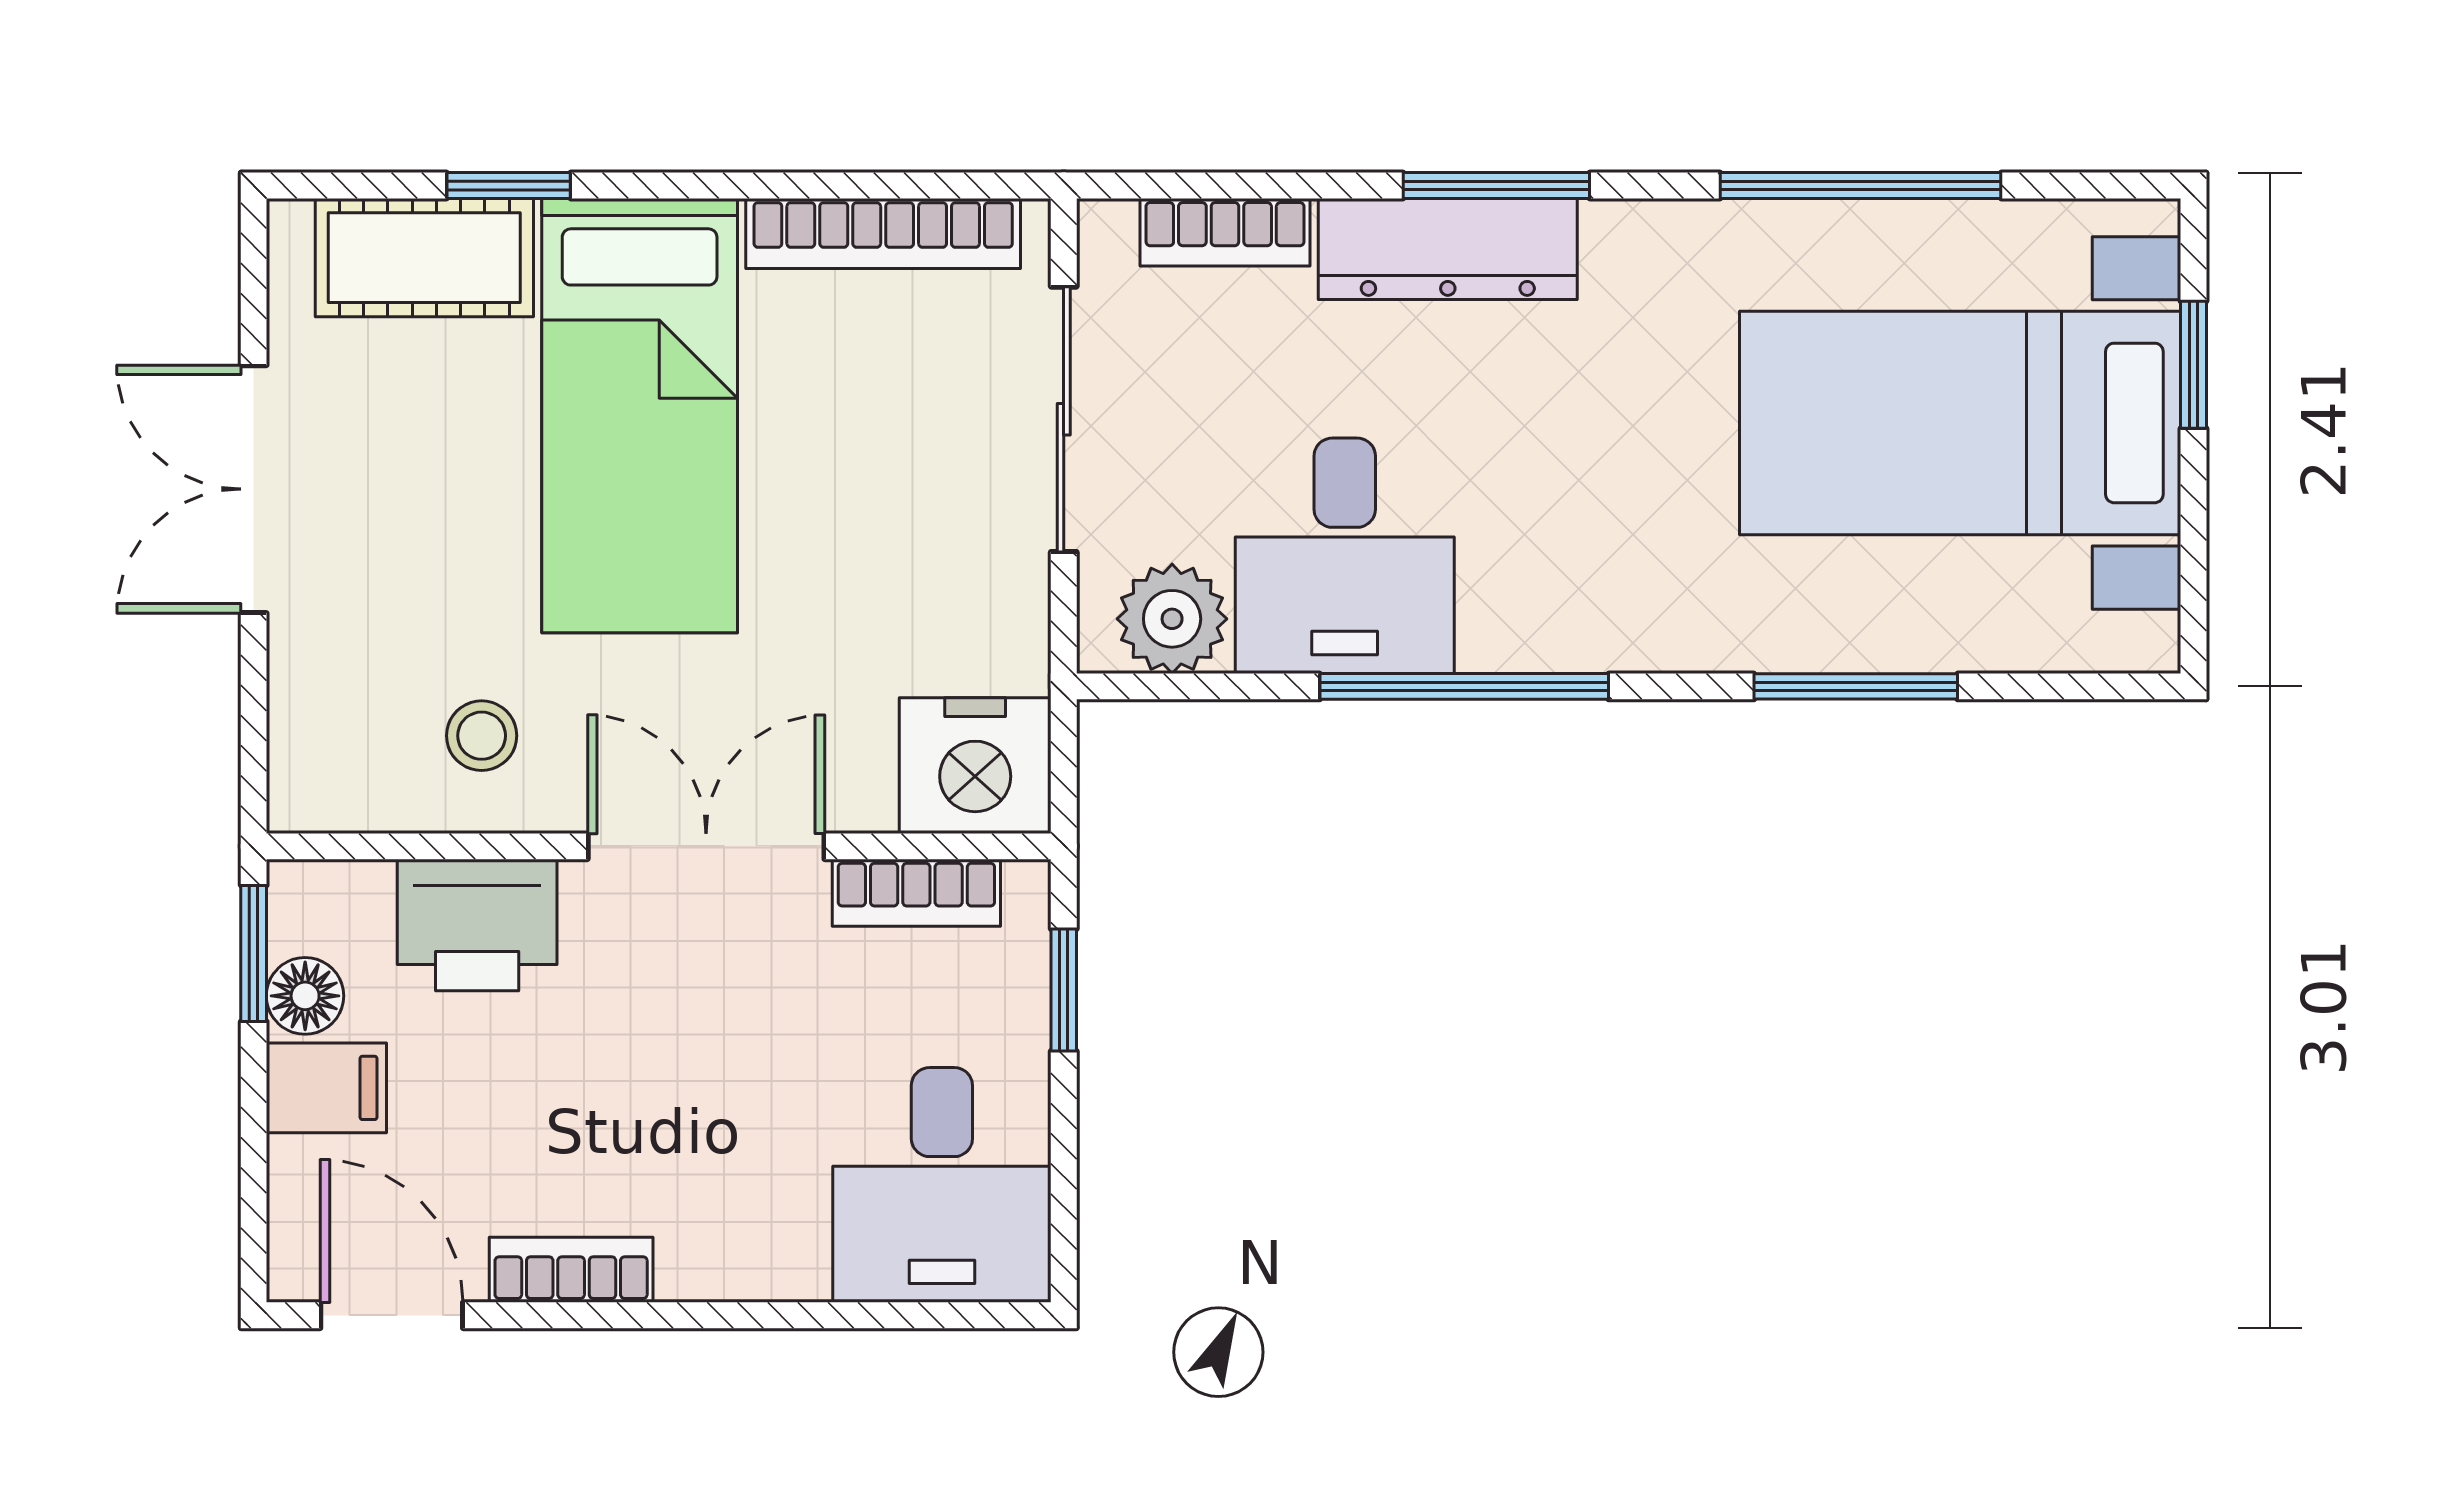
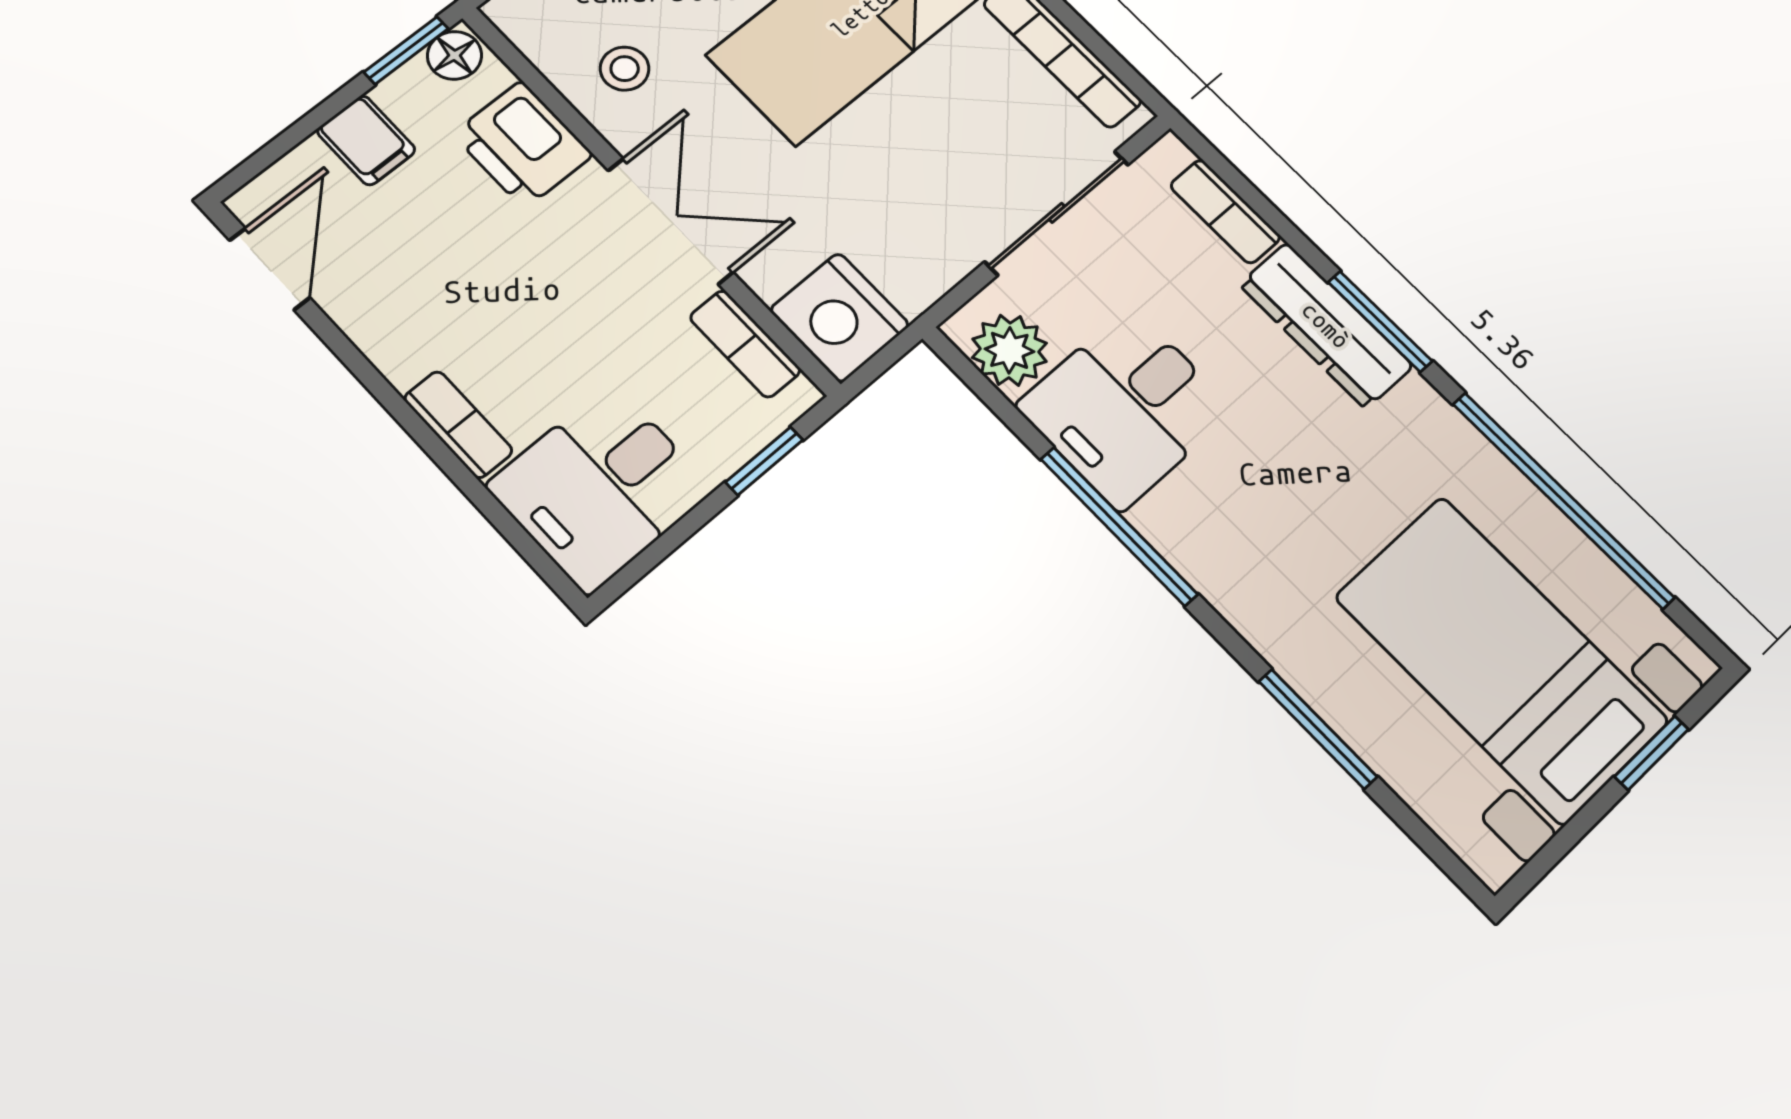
window: (1861, 185) -> (1563, 500), width x1.46
floor lamp: (305, 996) -> (454, 55), moved
bookcase: (571, 1270) -> (458, 425), moved

